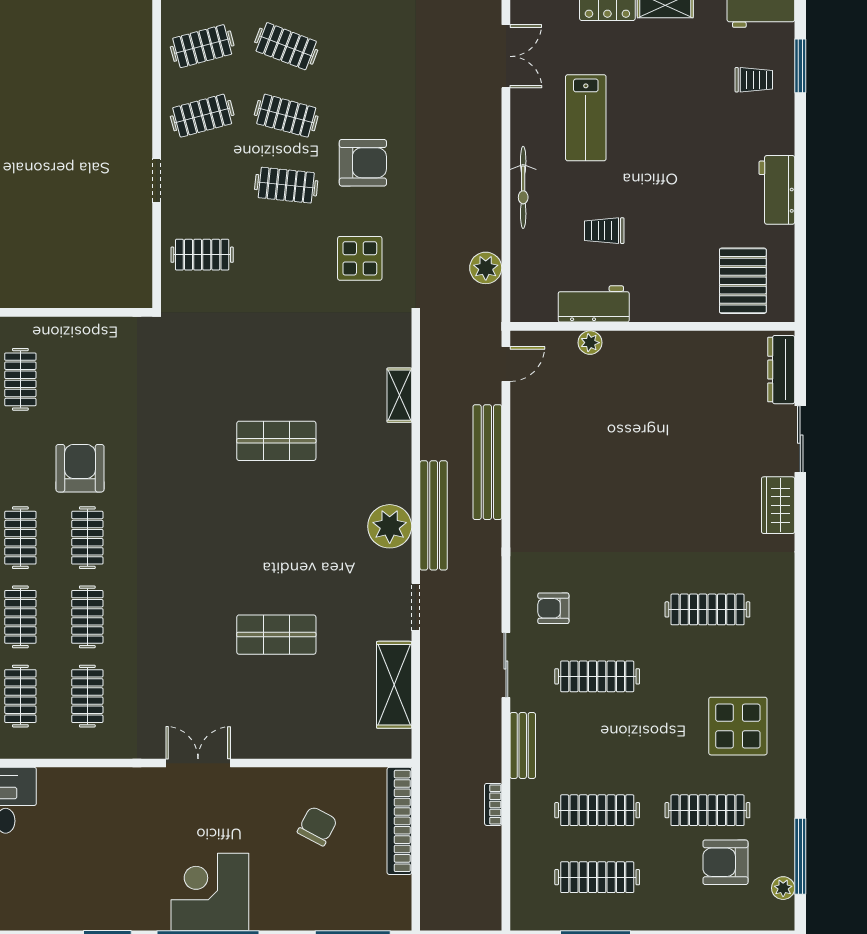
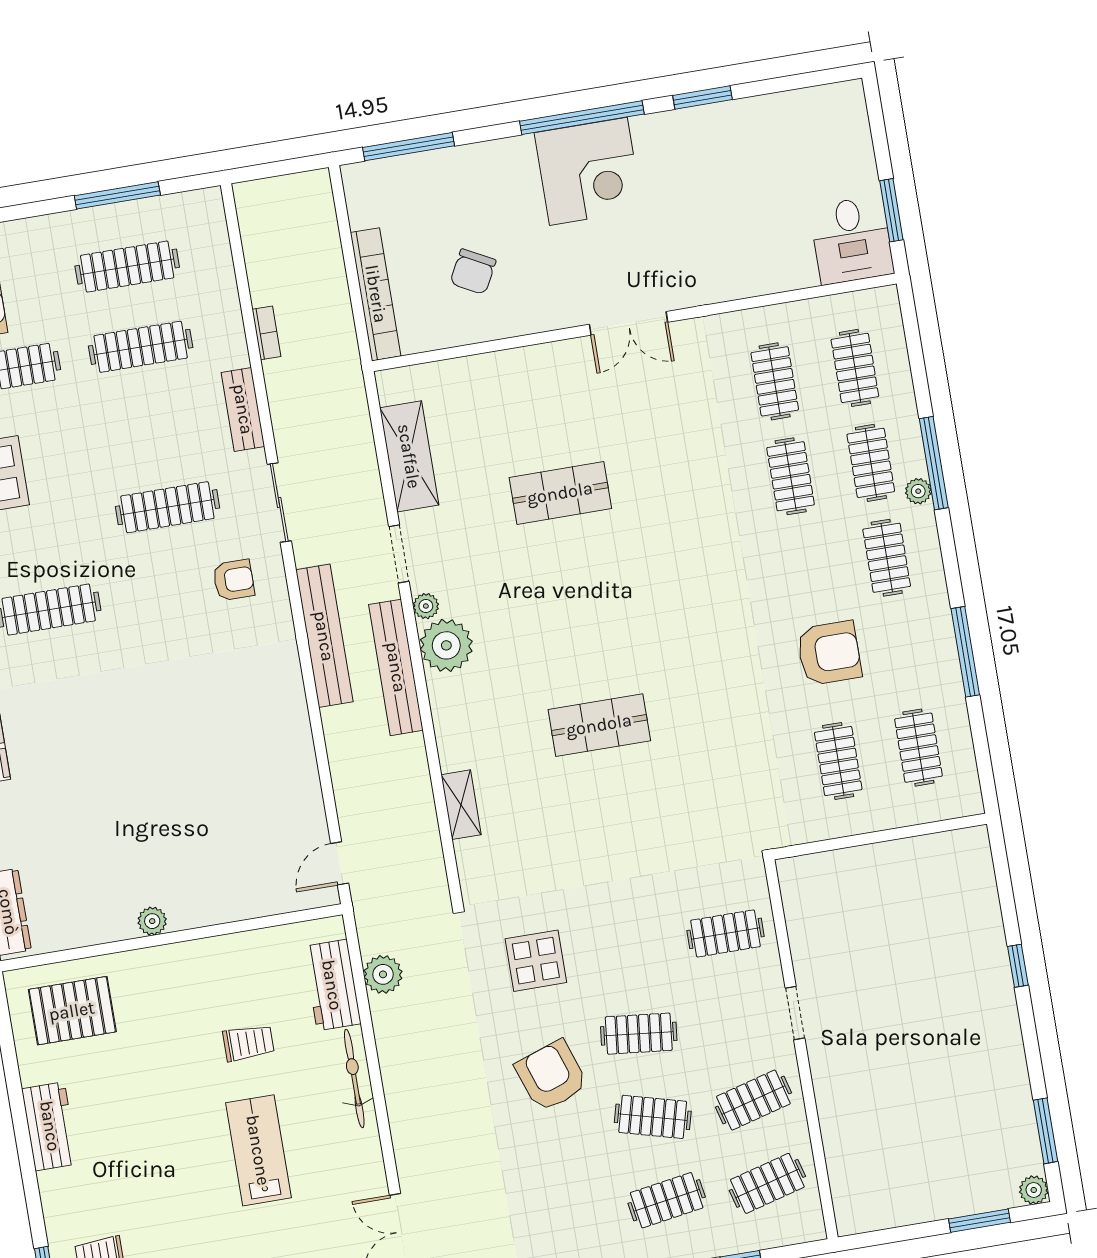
clothes rail: (286, 46) -> (667, 1200), turned -30
lab bench: (586, 118) -> (258, 1150), moved
armchair: (363, 163) -> (551, 1076), turned 71
pallet: (743, 281) -> (72, 1011), turned 90
workbench: (594, 304) -> (332, 985), moved, turned 90
plant: (590, 343) -> (152, 921), moved
bench: (487, 462) -> (324, 636), moved
armchair: (80, 468) -> (829, 653), turned -90
clothes rail: (87, 538) -> (838, 761), moved
plant: (401, 561) -> (426, 606), added

